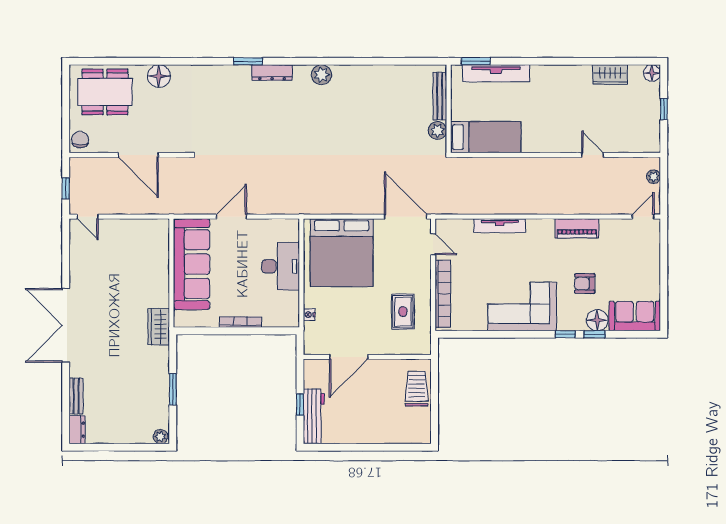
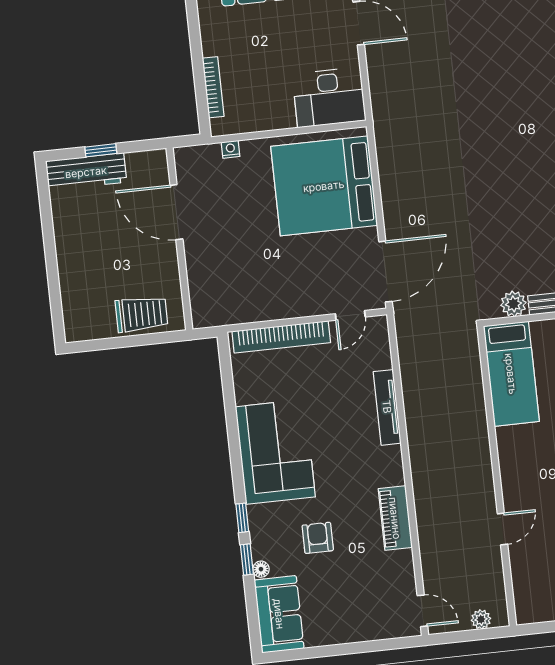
desk: (281, 266) -> (329, 97), moved
rug: (403, 312) -> (249, 283), removed
floor lamp: (597, 320) -> (261, 569), width x0.53, depth x0.53
bookcase: (241, 322) -> (213, 87), moved

